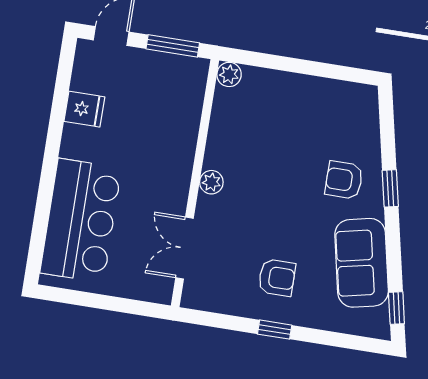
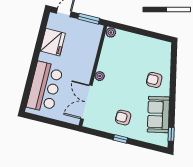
fridge: (84, 109) -> (53, 42), width x1.88, depth x1.34
window: (390, 188) -> (173, 85), removed
double door: (185, 248) -> (86, 102), width x1.37
armchair: (277, 278) -> (123, 118), turned 180

